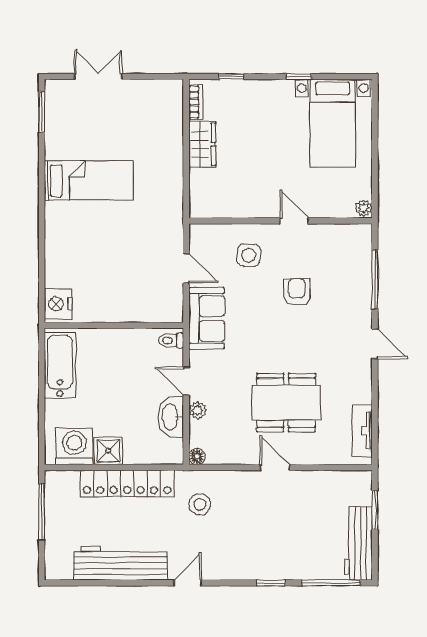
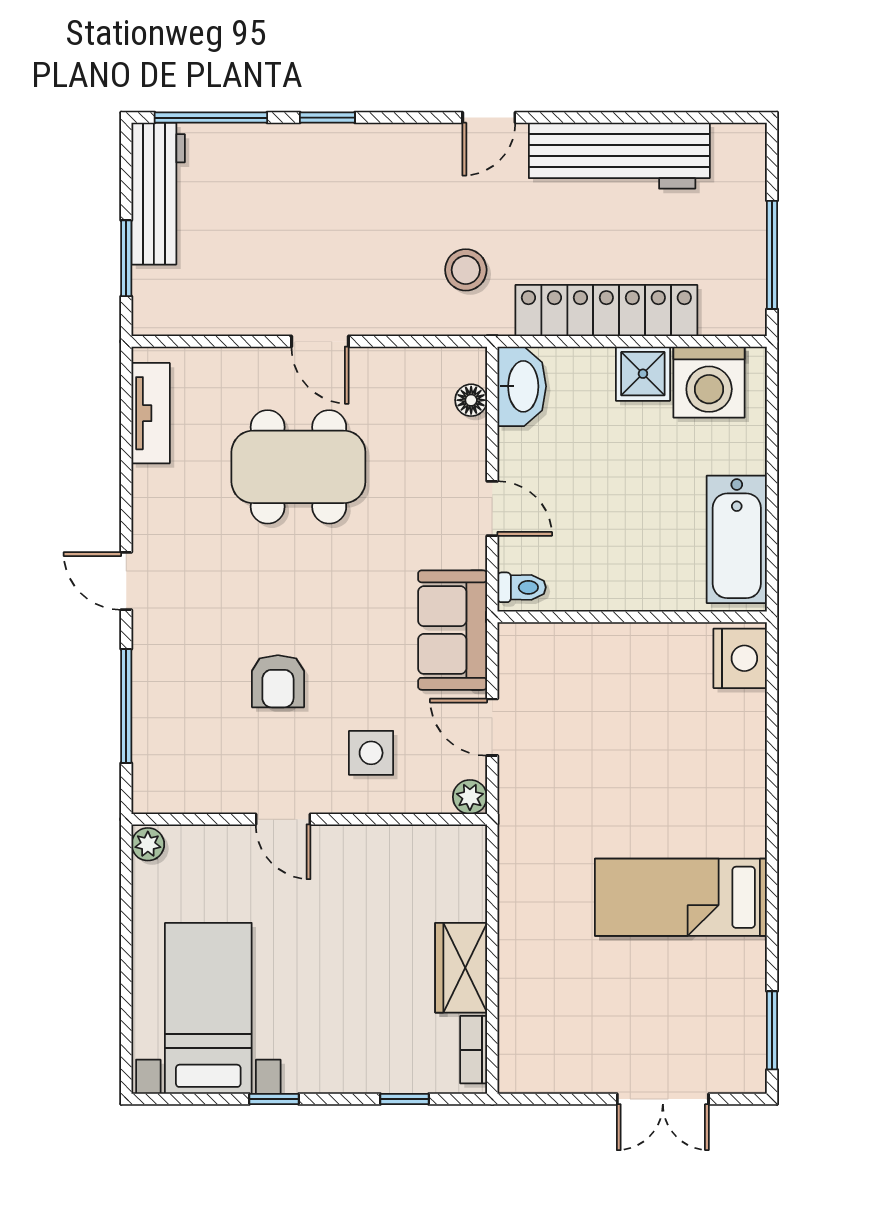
plant: (198, 410) -> (470, 797), moved
washbasin: (171, 417) -> (522, 386), moved
floor lamp: (197, 456) -> (471, 400), moved

